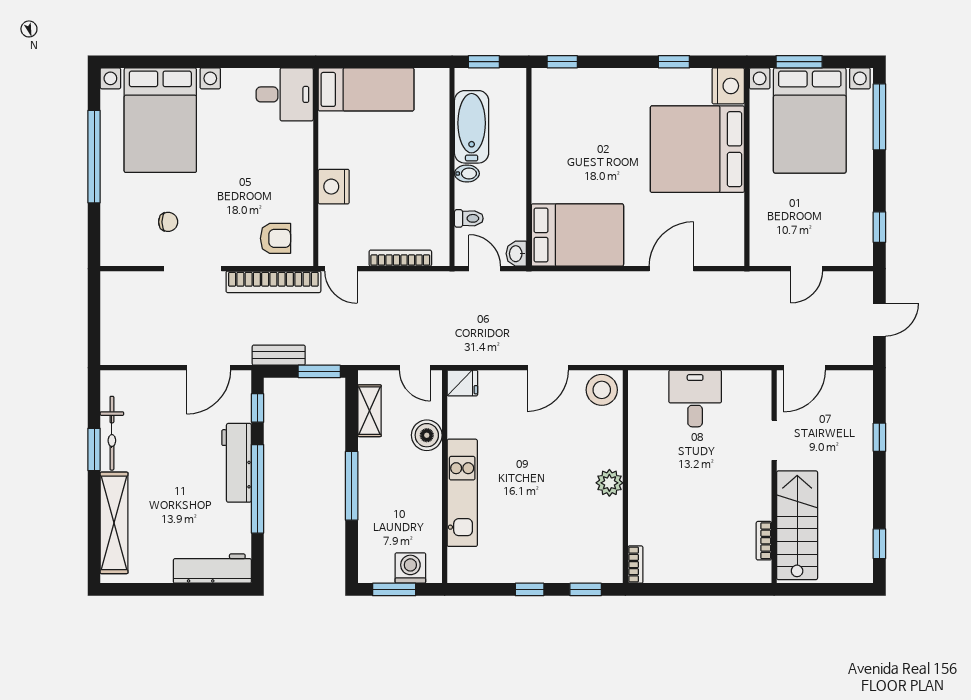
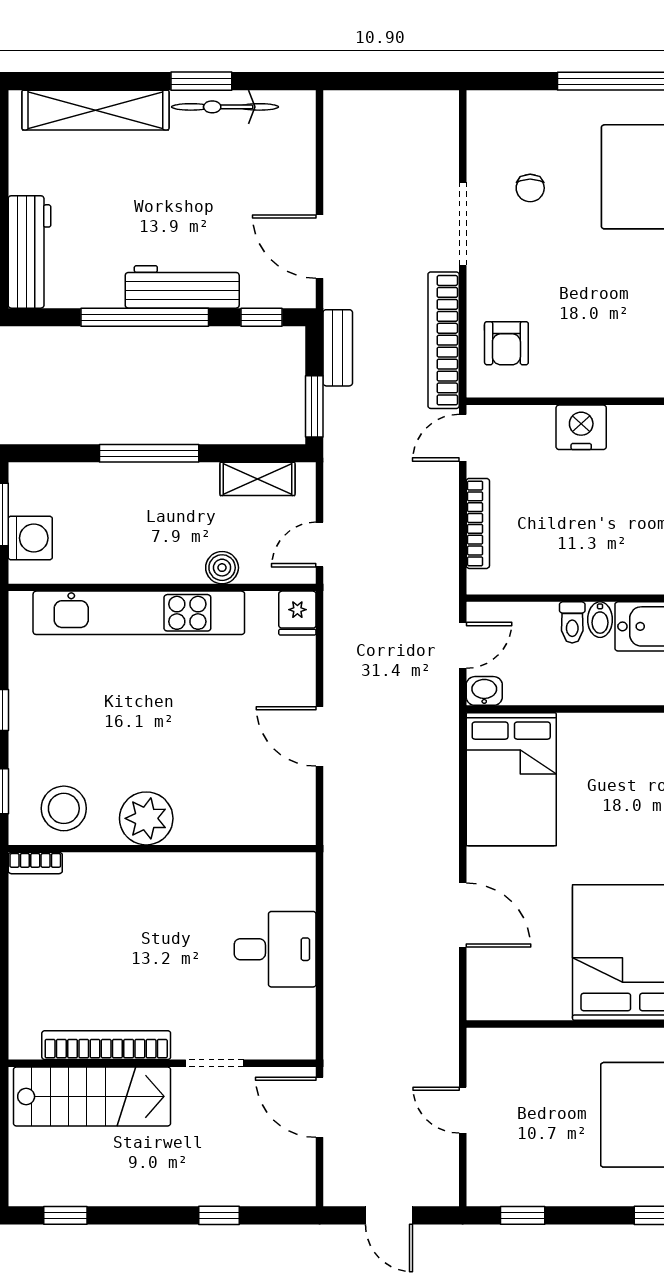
toilet: (469, 218) -> (572, 622), moved
stool: (602, 390) -> (64, 808), moved
boiler: (427, 435) -> (222, 568), width x0.73, depth x0.73
plant: (609, 483) -> (146, 818), width x1.36, depth x1.36
kitchen unit: (462, 493) -> (139, 613), width x1.36
bookcase: (764, 541) -> (106, 1045), width x2.31, depth x1.31

